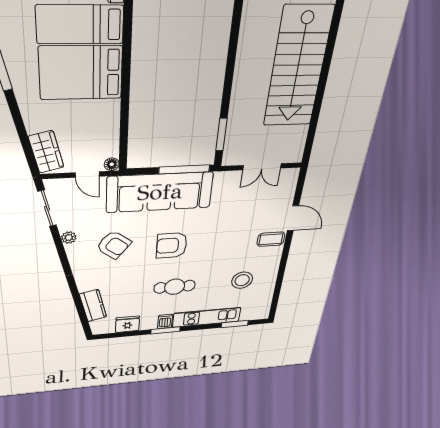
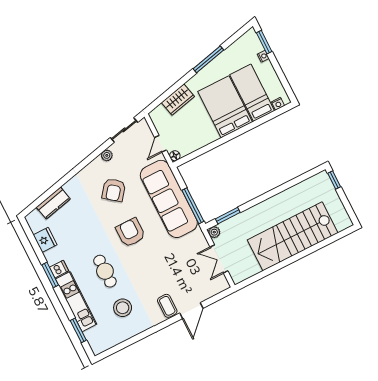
wardrobe: (46, 152) -> (178, 100), moved
plant: (230, 159) -> (214, 232), added
cafe table: (175, 287) -> (105, 271), moved

